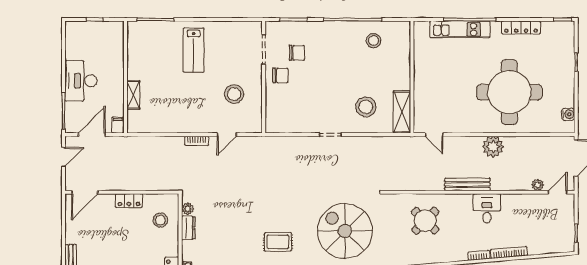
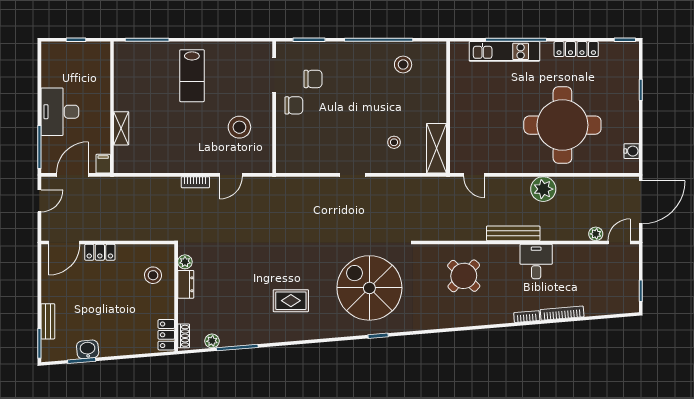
stool: (366, 107) -> (394, 142), width x0.53, depth x0.53
locker: (129, 201) -> (100, 252), moved

